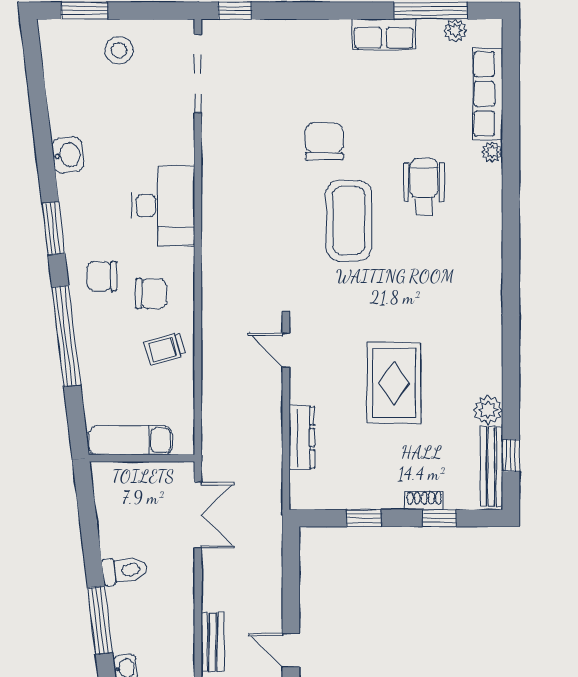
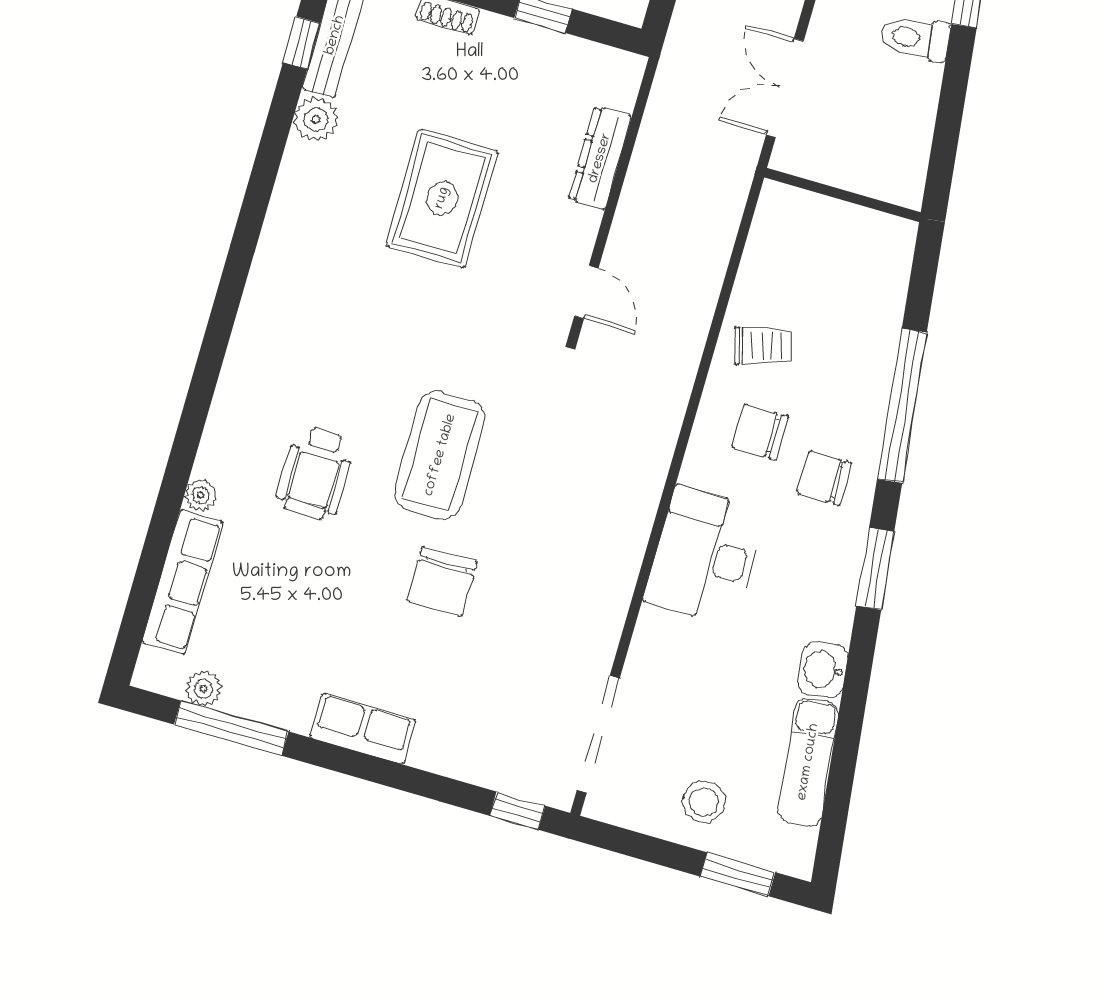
row of seats: (384, 34) -> (363, 729), moved
chair: (102, 276) -> (824, 478), turned 180
exam couch: (131, 440) -> (808, 762), moved, turned 83

